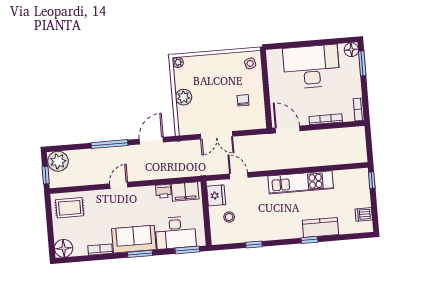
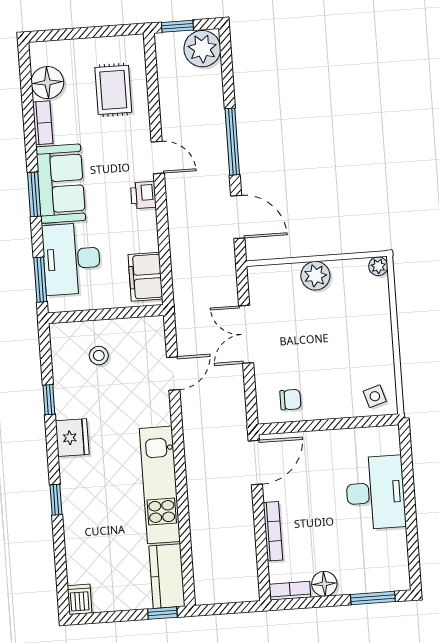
floor lamp: (351, 50) -> (324, 584), moved
desk: (311, 67) -> (375, 493), width x0.73, depth x0.77
chair: (243, 100) -> (290, 400), moved
printer: (163, 191) -> (143, 195), moved
fridge: (216, 195) -> (72, 438), moved, turned -90
rug: (70, 208) -> (113, 90), moved
dishwasher: (364, 214) -> (80, 599), moved
kitchen counter: (320, 227) -> (167, 576), moved, turned 180
floor lamp: (64, 248) -> (47, 83), moved

